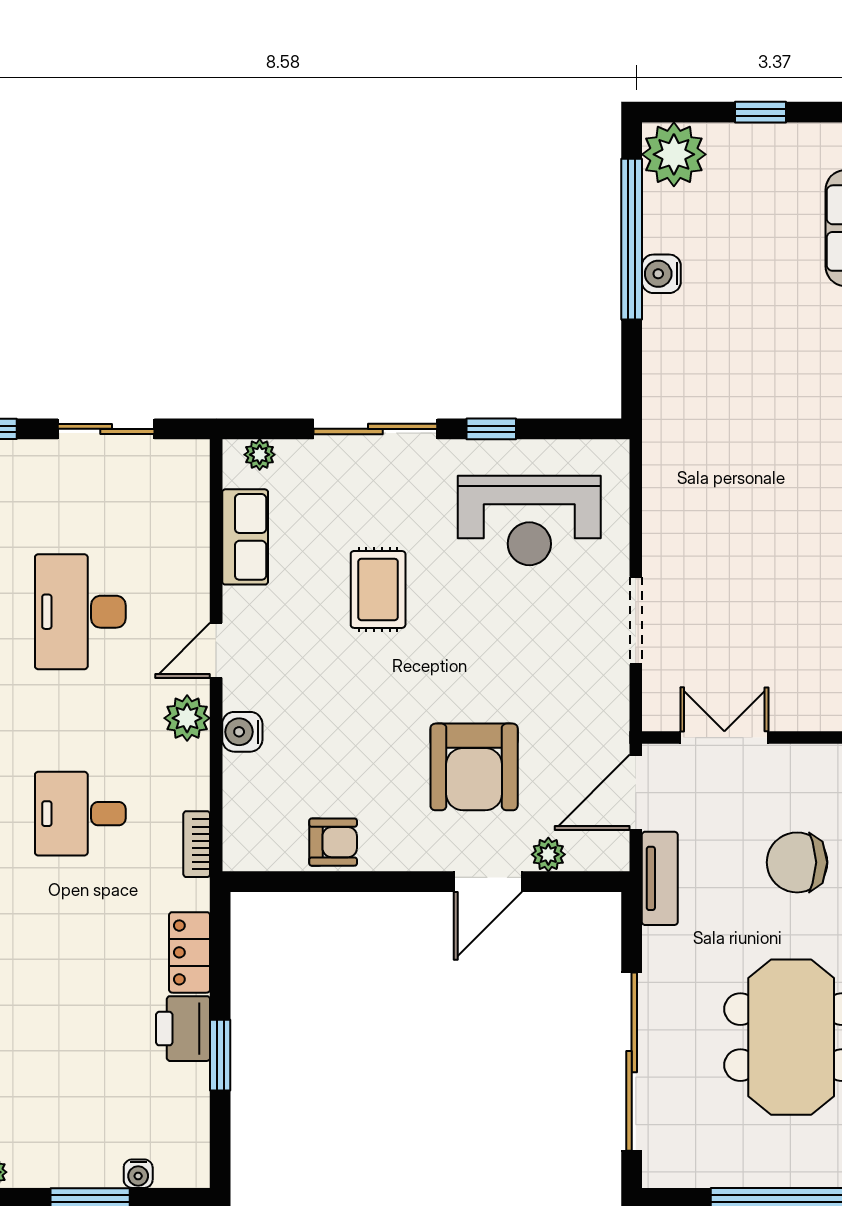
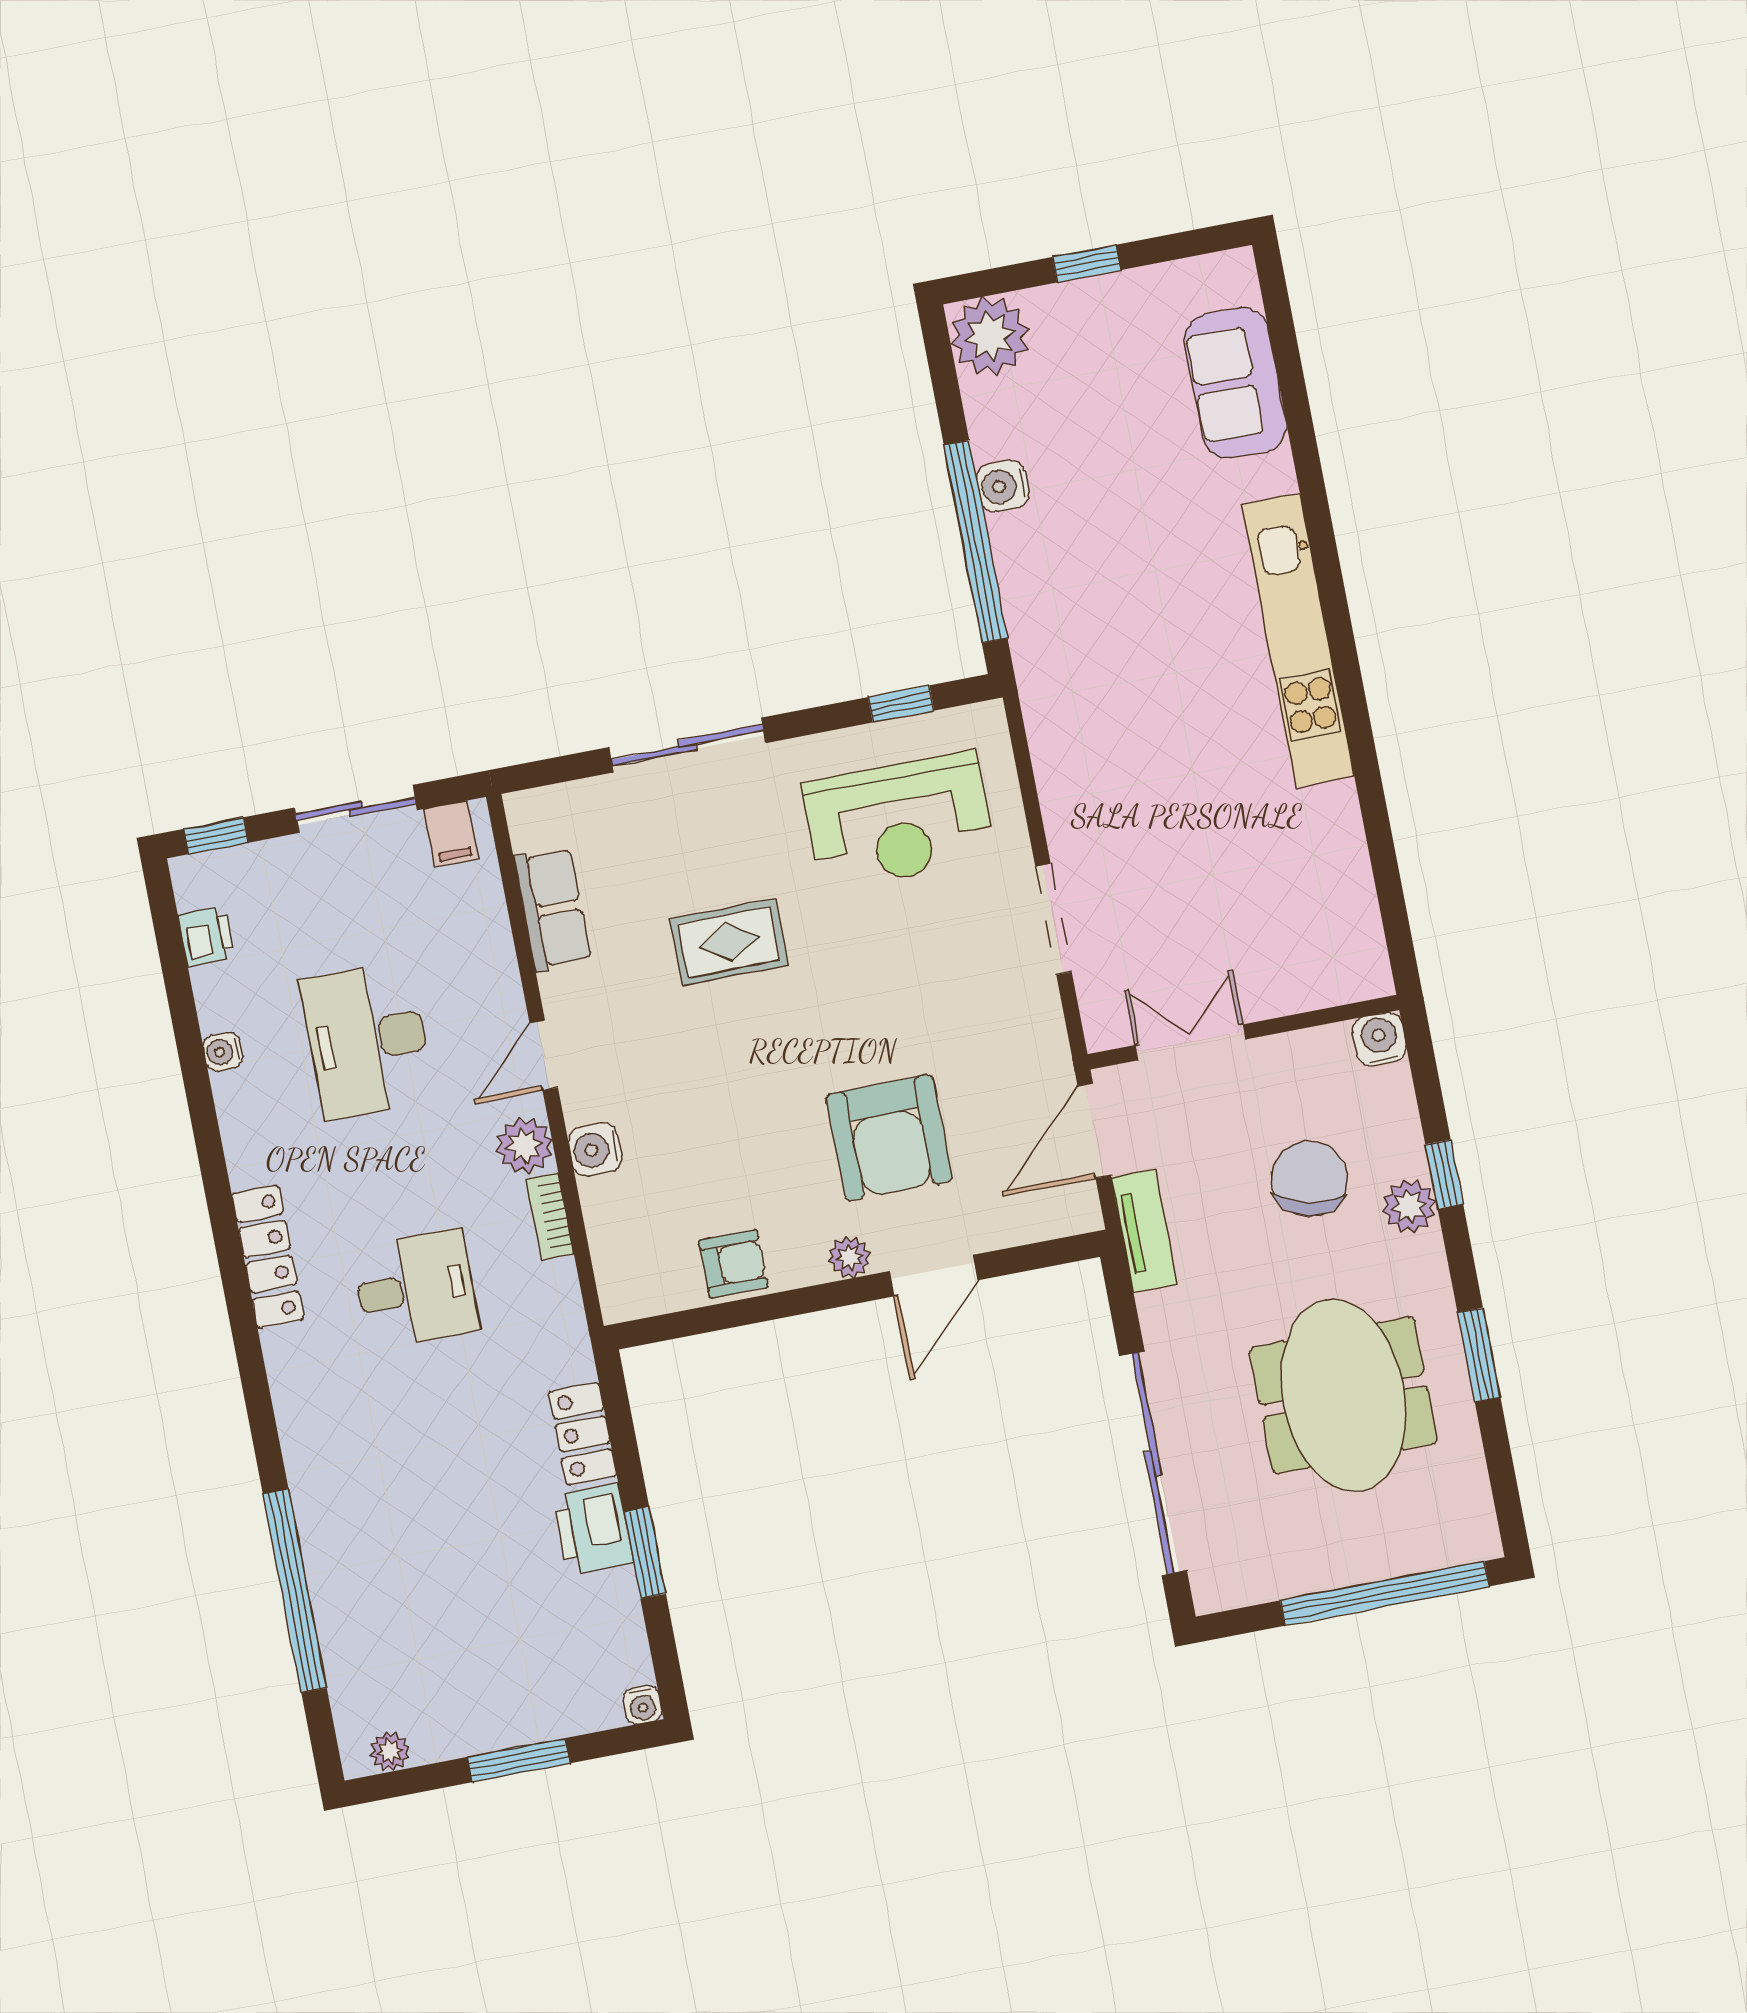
window: (632, 239) -> (976, 542), moved
window: (491, 429) -> (901, 704), moved
plant: (260, 455) -> (551, 804), removed
filing cabinet: (177, 463) -> (451, 834), added
rug: (378, 589) -> (729, 942), turned 90
desk: (80, 814) -> (415, 1289), turned 180
bookcase: (197, 844) -> (550, 1216), moved
plant: (548, 854) -> (850, 1257), moved
chair: (797, 862) -> (1309, 1179), turned 103
water cooler: (138, 1174) -> (643, 1705), moved

